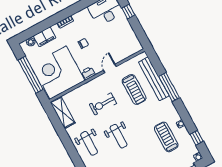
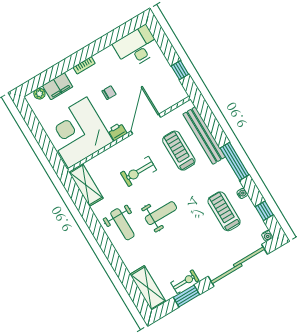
window: (128, 12) -> (180, 70), moved
door: (110, 68) -> (146, 124), width x1.88
window: (31, 75) -> (41, 137), removed
window: (169, 87) -> (235, 161), moved
treadmill: (134, 89) -> (179, 151), turned 180
weight bench: (118, 136) -> (161, 213), turned -90

